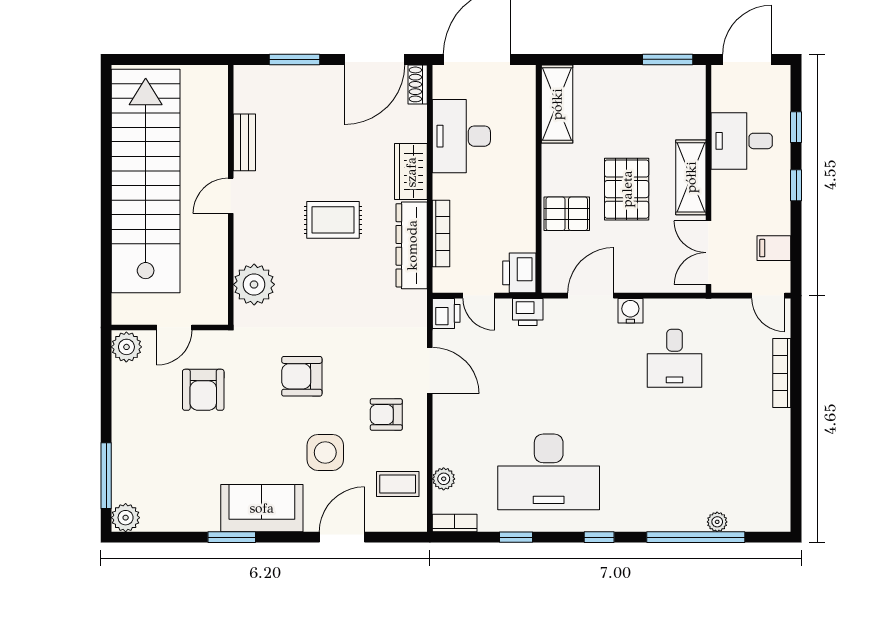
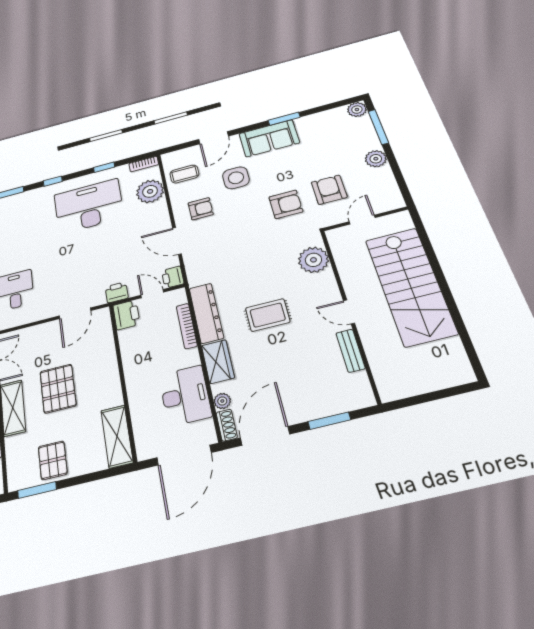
plant: (416, 117) -> (222, 401), added
stairs: (146, 181) -> (410, 286), width x0.73
door: (231, 196) -> (349, 312), swing flipped
pallet: (567, 214) -> (53, 460), moved, turned 90
water cooler: (630, 311) -> (47, 311), removed
plant: (126, 347) -> (376, 159), moved
armchair: (302, 376) -> (286, 204), moved
plant: (444, 479) -> (150, 191), width x1.87, depth x1.87

